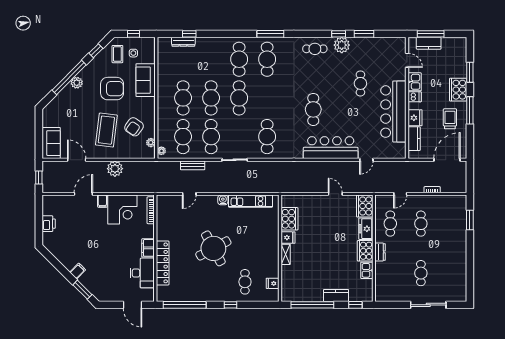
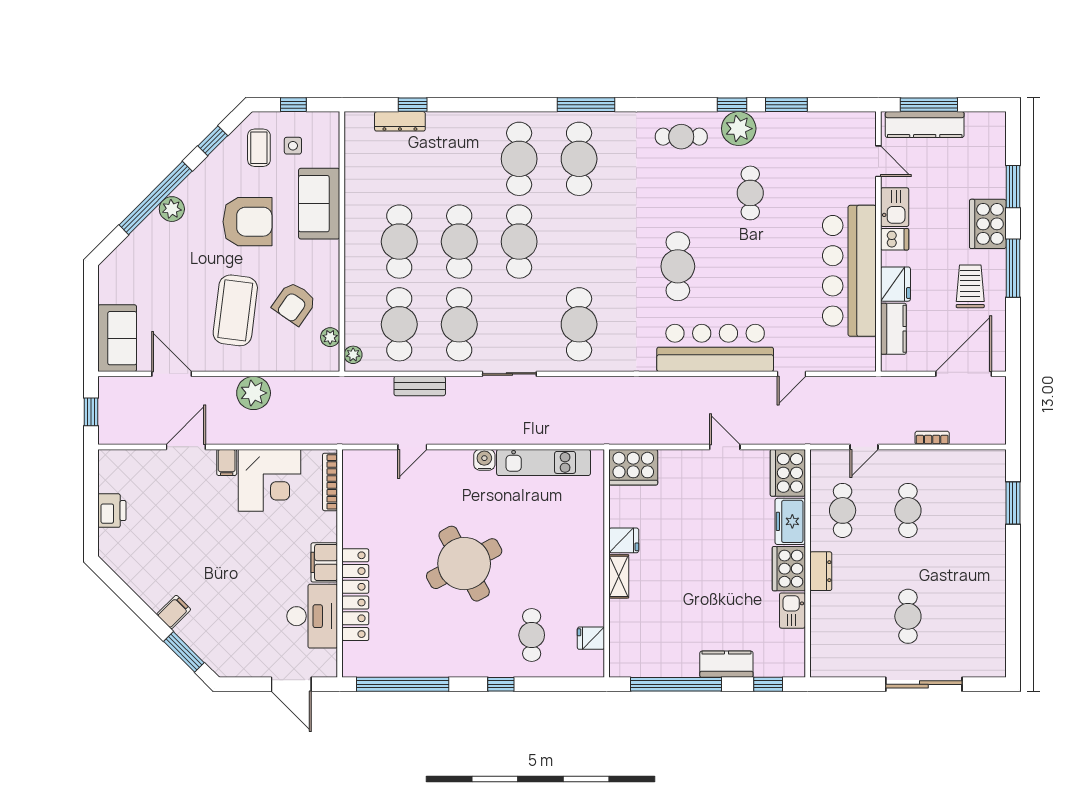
kitchen counter: (429, 43) -> (925, 125), width x1.50
cafe table: (360, 83) -> (750, 193), moved
cooker: (289, 219) -> (633, 467), moved, turned 90

